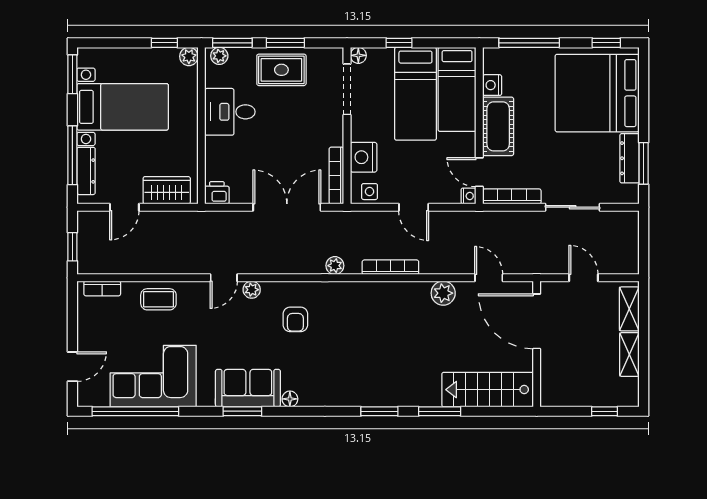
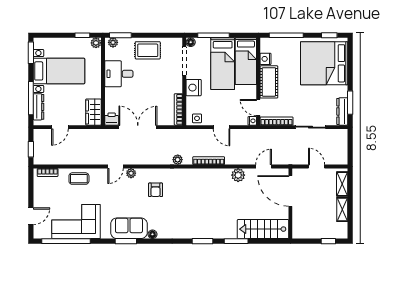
window: (285, 43) -> (150, 35), removed
window: (399, 43) -> (213, 35), width x2.17
nightstand: (364, 157) -> (194, 88), moved
dresser: (630, 158) -> (342, 111), moved
wardrobe: (167, 190) -> (93, 112), moved, turned -90
double door: (287, 207) -> (138, 127), moved
door: (489, 278) -> (264, 167), hinge flipped

